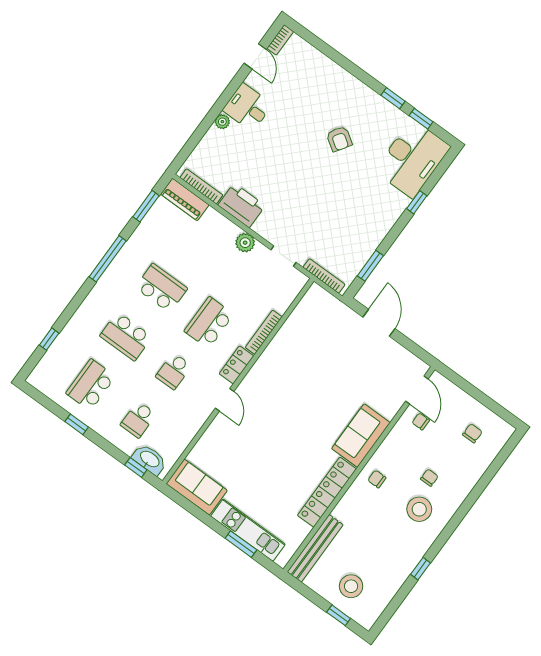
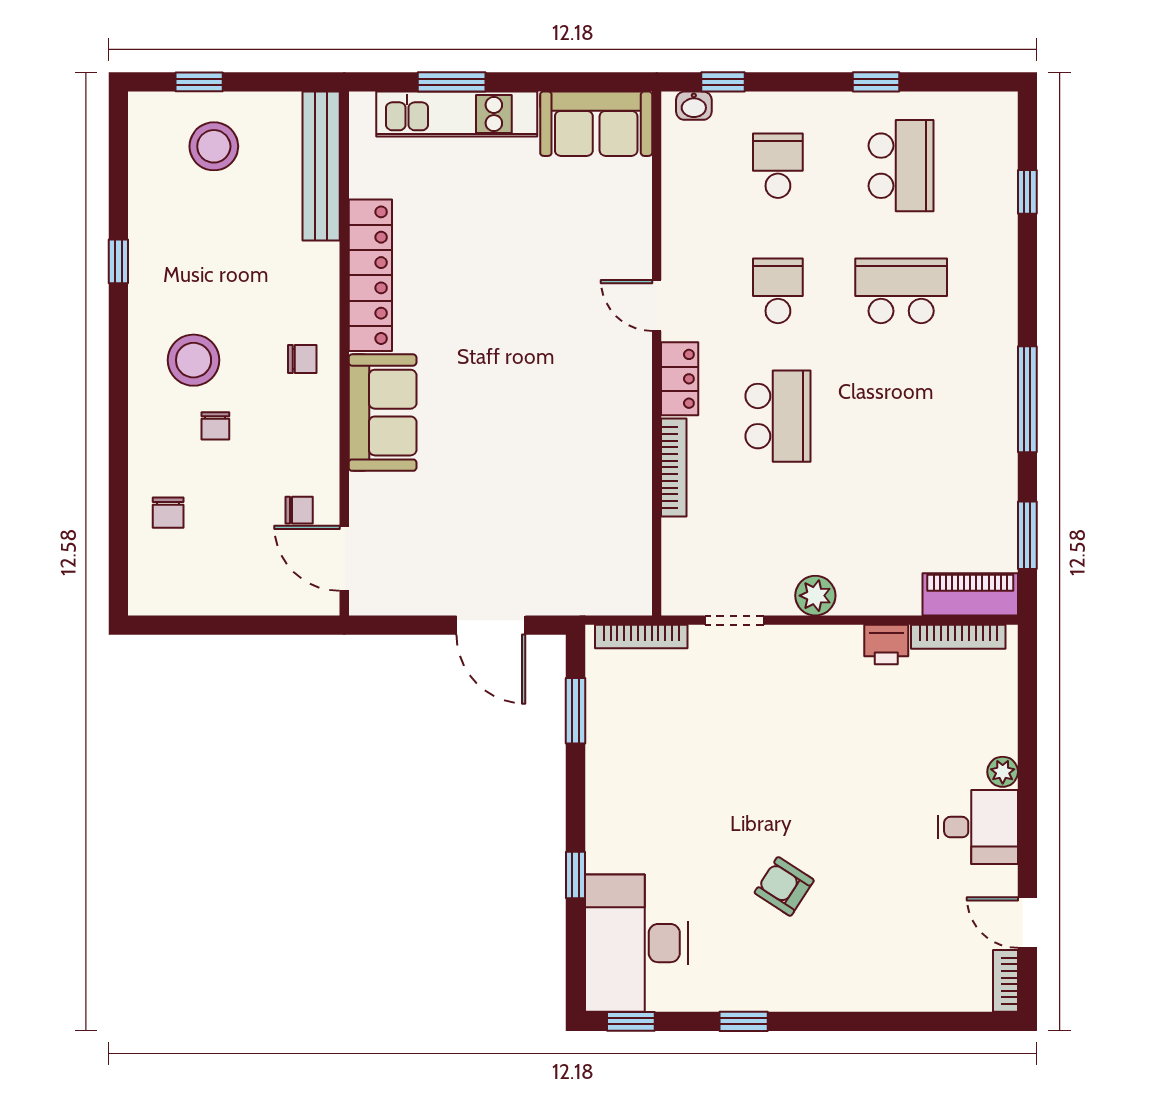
window: (421, 119) -> (631, 1021), moved
printer: (241, 205) -> (886, 645), width x0.53, depth x0.68
school desk: (161, 288) -> (901, 416), removed
chair: (472, 433) -> (168, 513), moved
washbasin: (149, 459) -> (694, 106), width x0.52, depth x0.69

